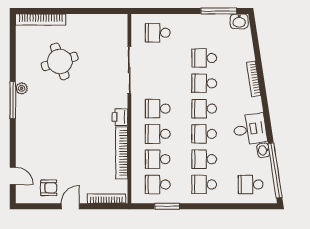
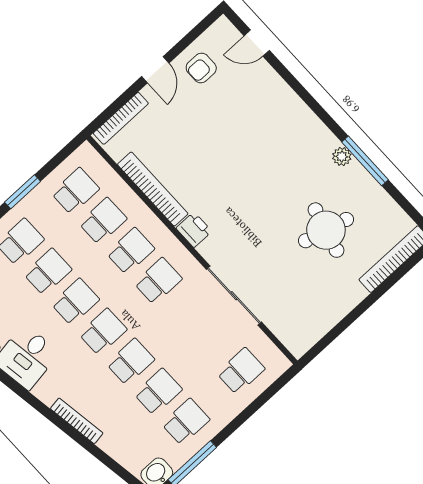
school desk: (204, 33) -> (186, 422), added
round table: (60, 61) -> (326, 230), turned 33
window: (13, 100) -> (365, 161), moved
window: (167, 206) -> (23, 192), moved

